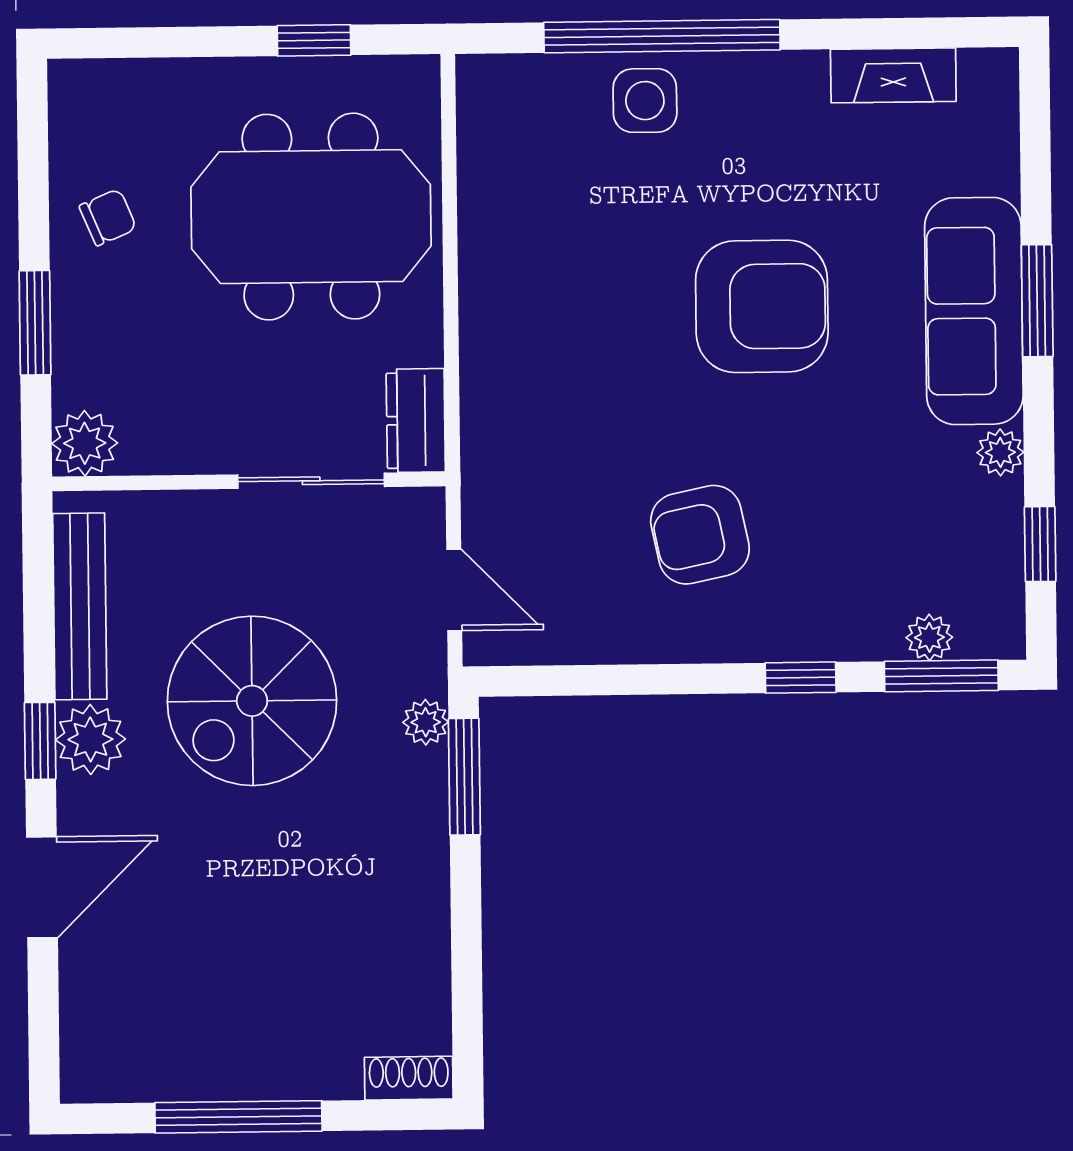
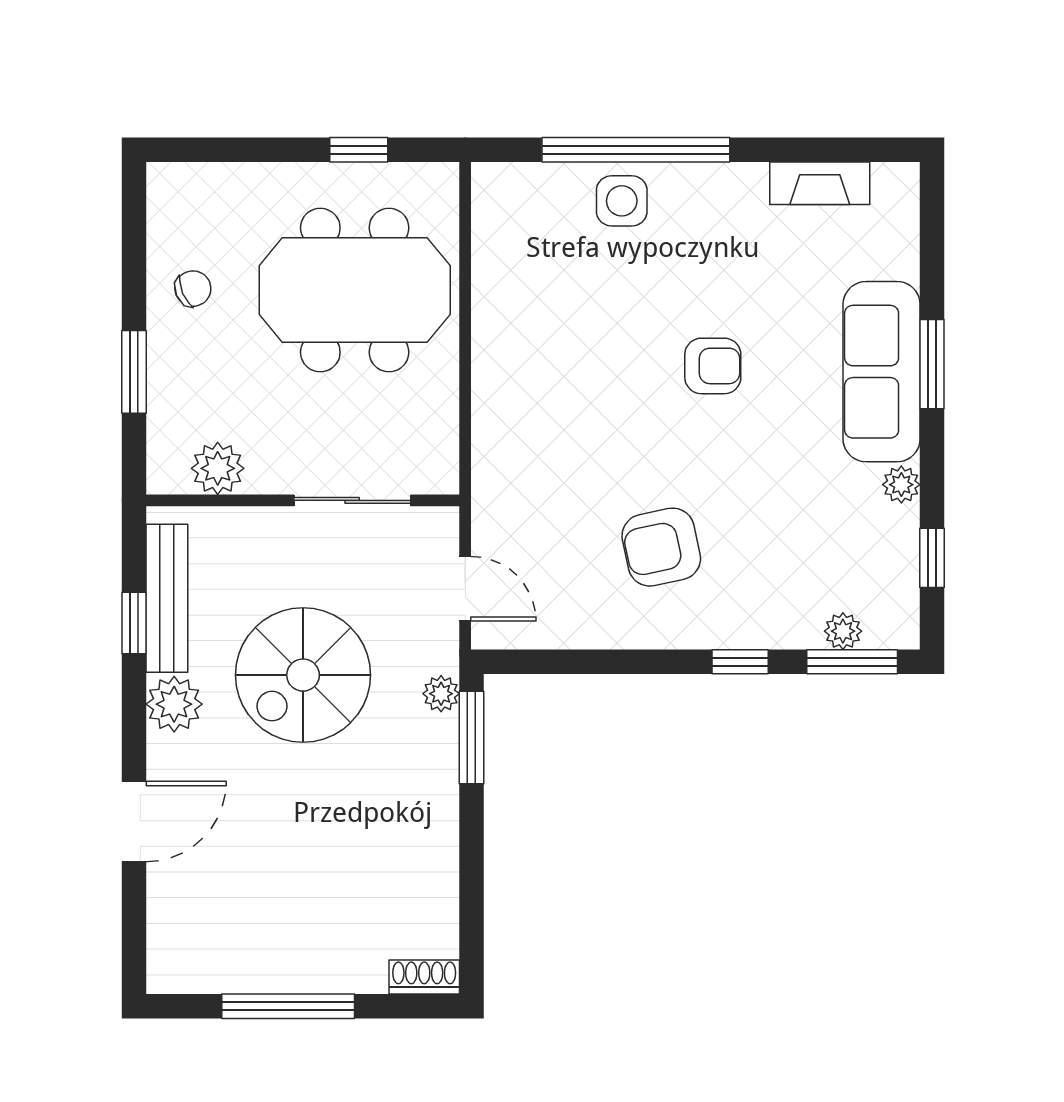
armchair: (762, 306) -> (713, 366), width x0.53, depth x0.53
dresser: (416, 420) -> (436, 453), removed
plant: (85, 443) -> (218, 468), moved
window: (40, 741) -> (134, 623), moved

